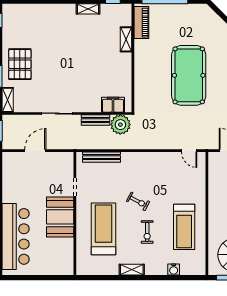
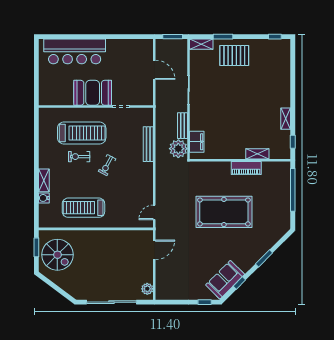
piano: (141, 23) -> (246, 168), moved
bench: (102, 157) -> (148, 144), moved
exercise bike: (147, 232) -> (79, 157), moved
shelving: (132, 270) -> (44, 180), moved

